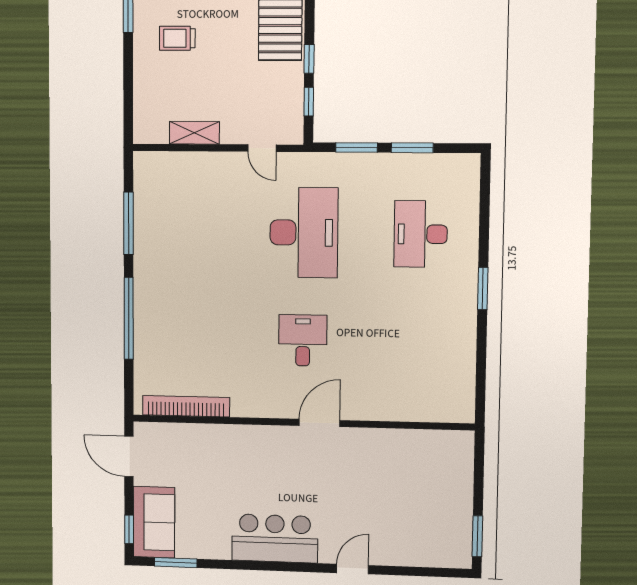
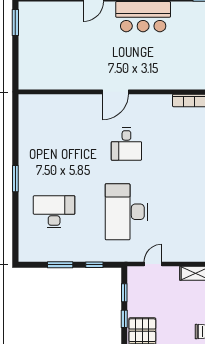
window: (357, 147) -> (94, 265), width x0.67
door: (262, 148) -> (153, 264), hinge flipped
desk: (421, 234) -> (54, 212), turned -90

